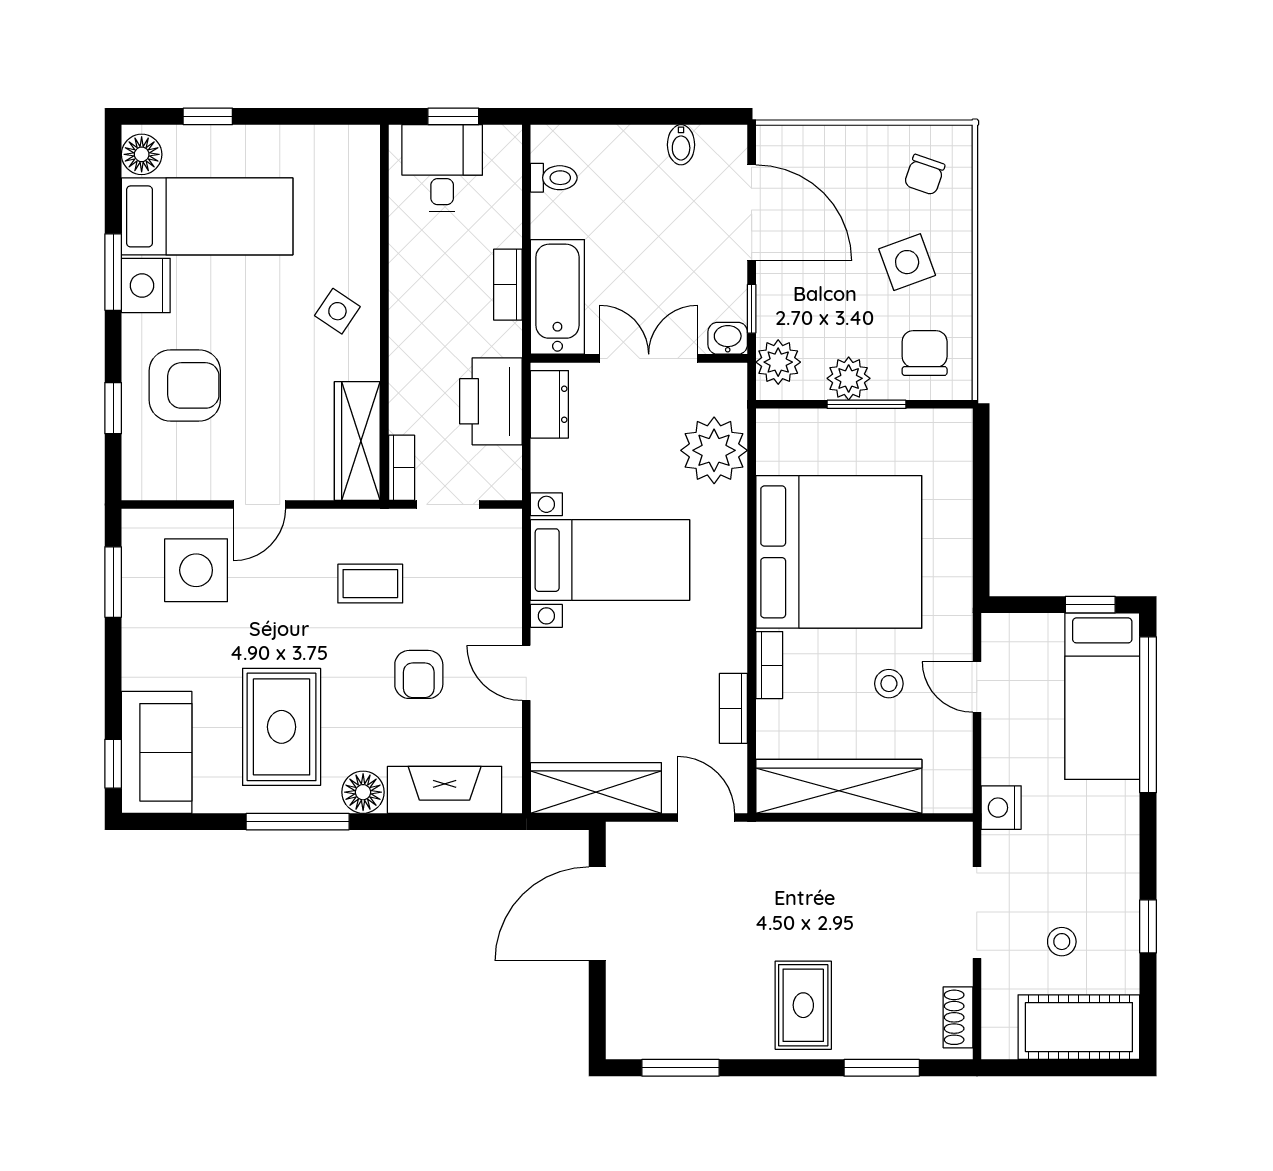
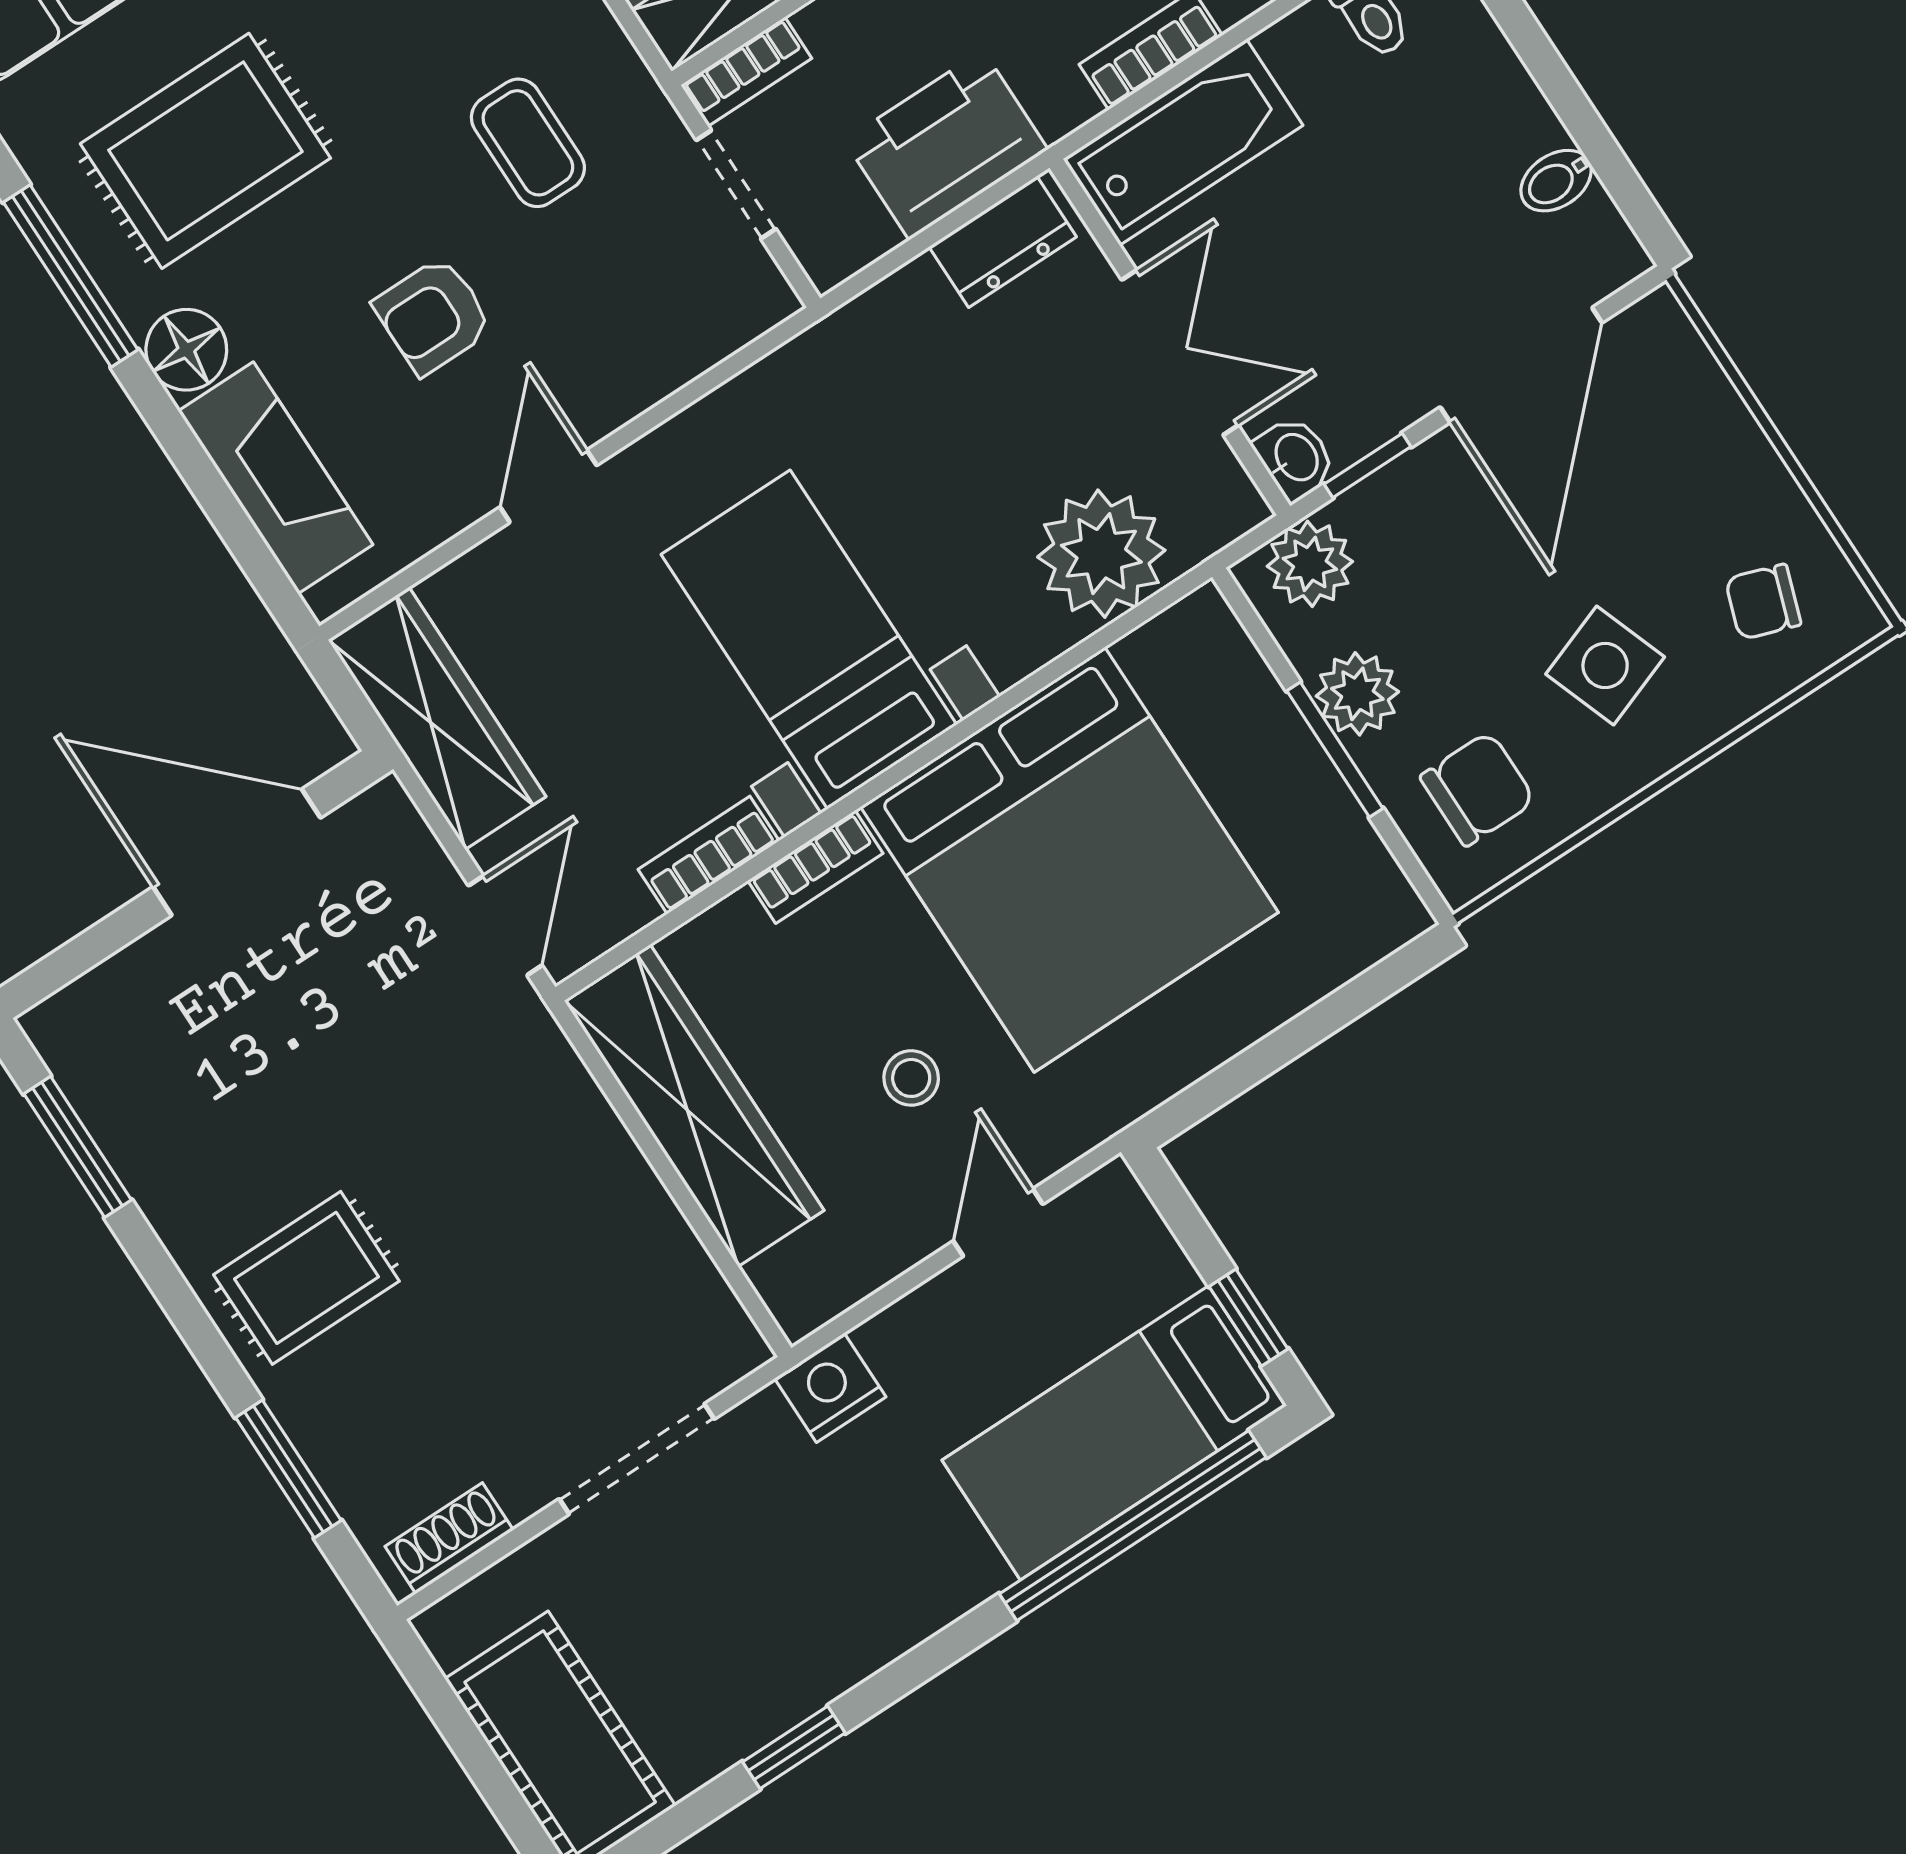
bed with nightstands: (610, 560) -> (809, 640), moved, turned 180
stool: (1062, 942) -> (679, 1625), removed

